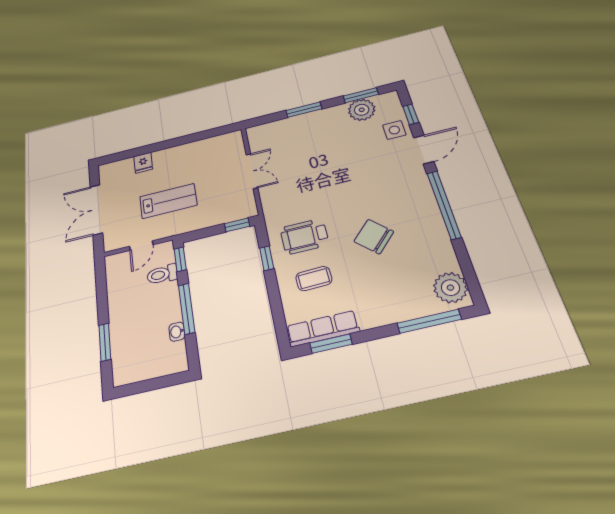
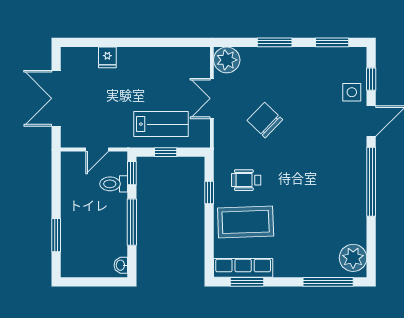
plant: (362, 110) -> (227, 60), moved
double door: (252, 171) -> (212, 98), swing flipped
lab bench: (168, 201) -> (161, 124), moved
window: (237, 225) -> (166, 152), moved
wheelchair: (304, 236) -> (246, 180), width x0.73, depth x0.73
chair: (374, 237) -> (265, 120), moved
coffee table: (314, 279) -> (246, 222), width x1.86, depth x1.72
washbasin: (177, 332) -> (121, 265), moved

